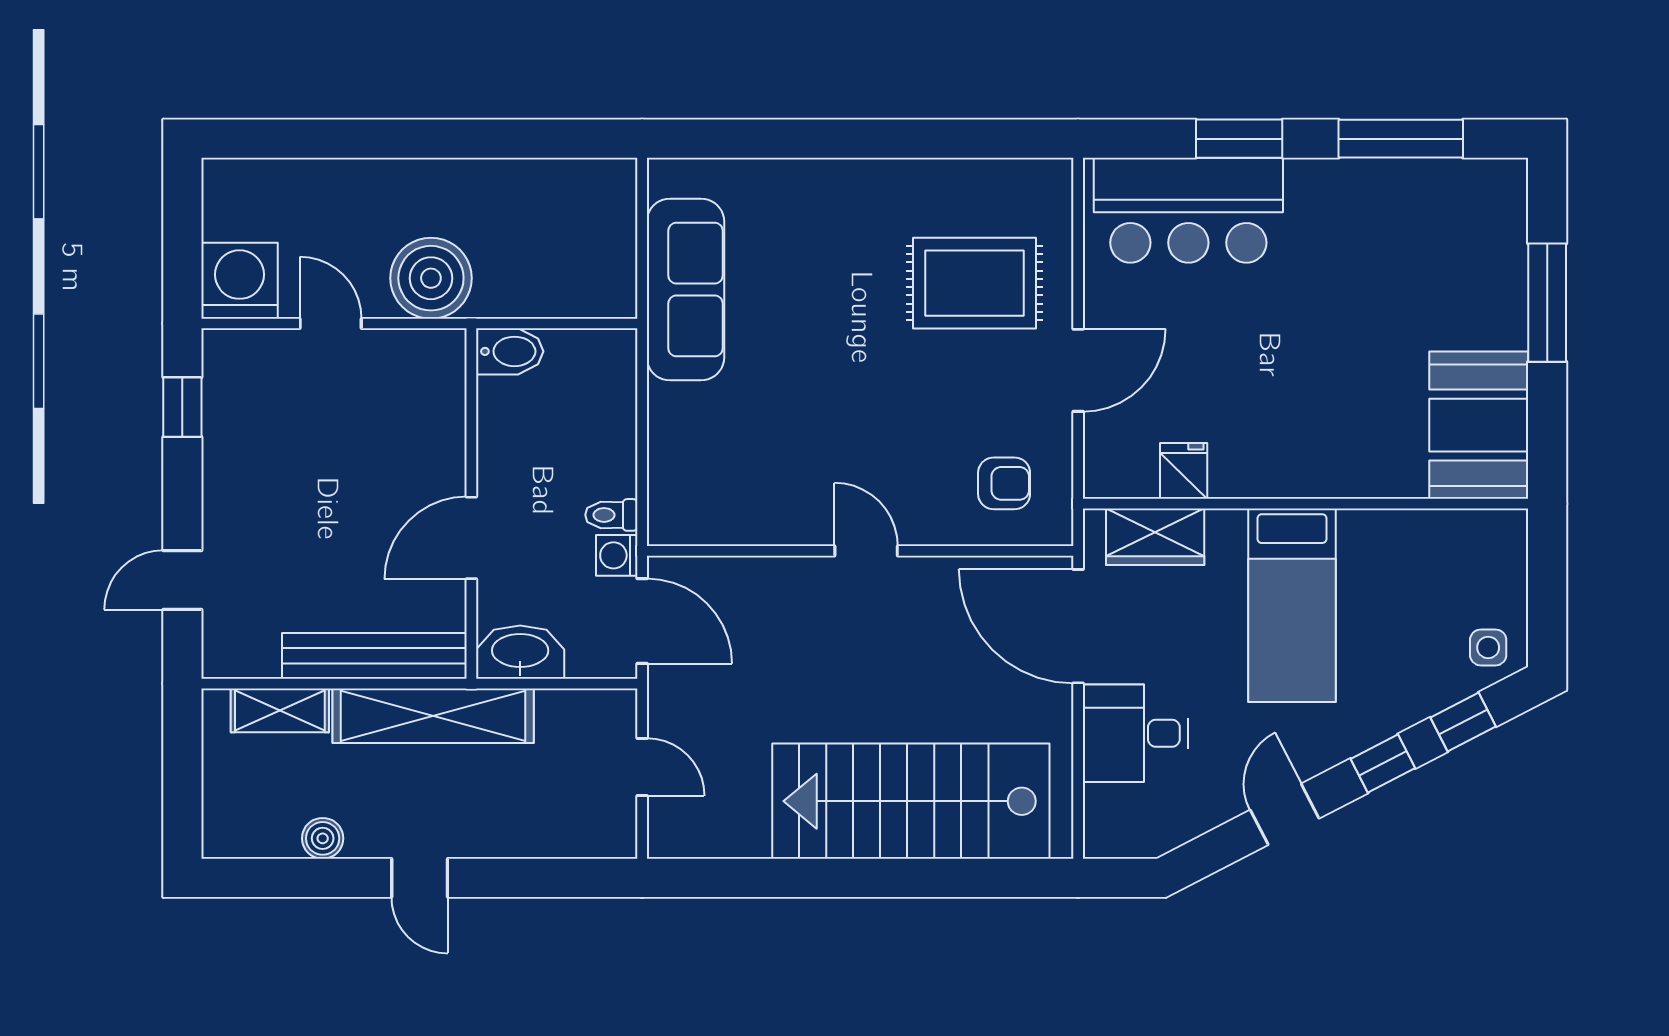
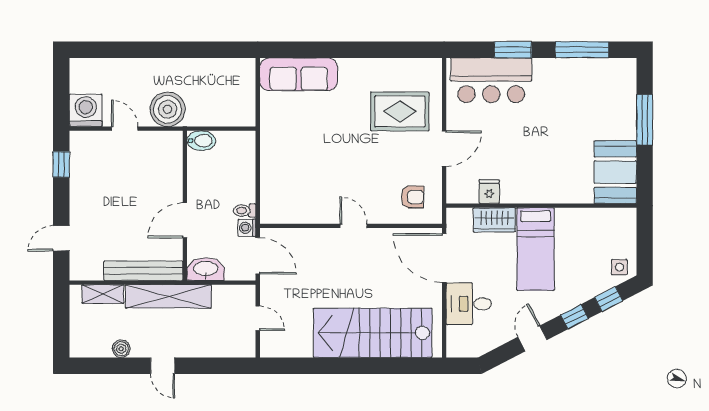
sofa: (685, 290) -> (299, 74), moved, turned 90
wardrobe: (1155, 537) -> (494, 220), moved

